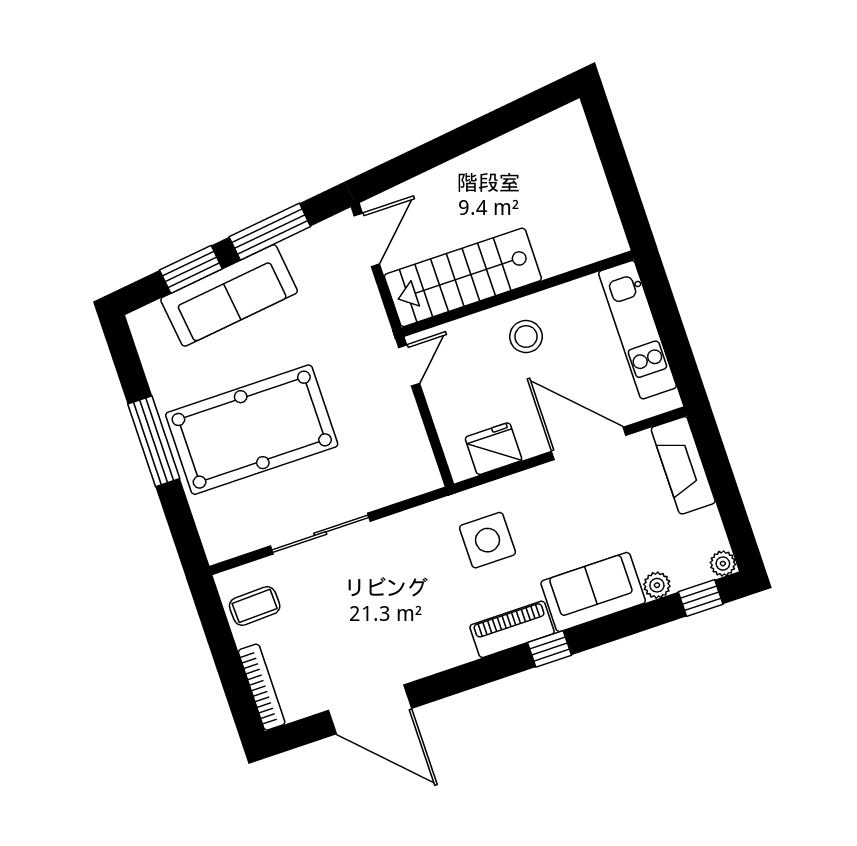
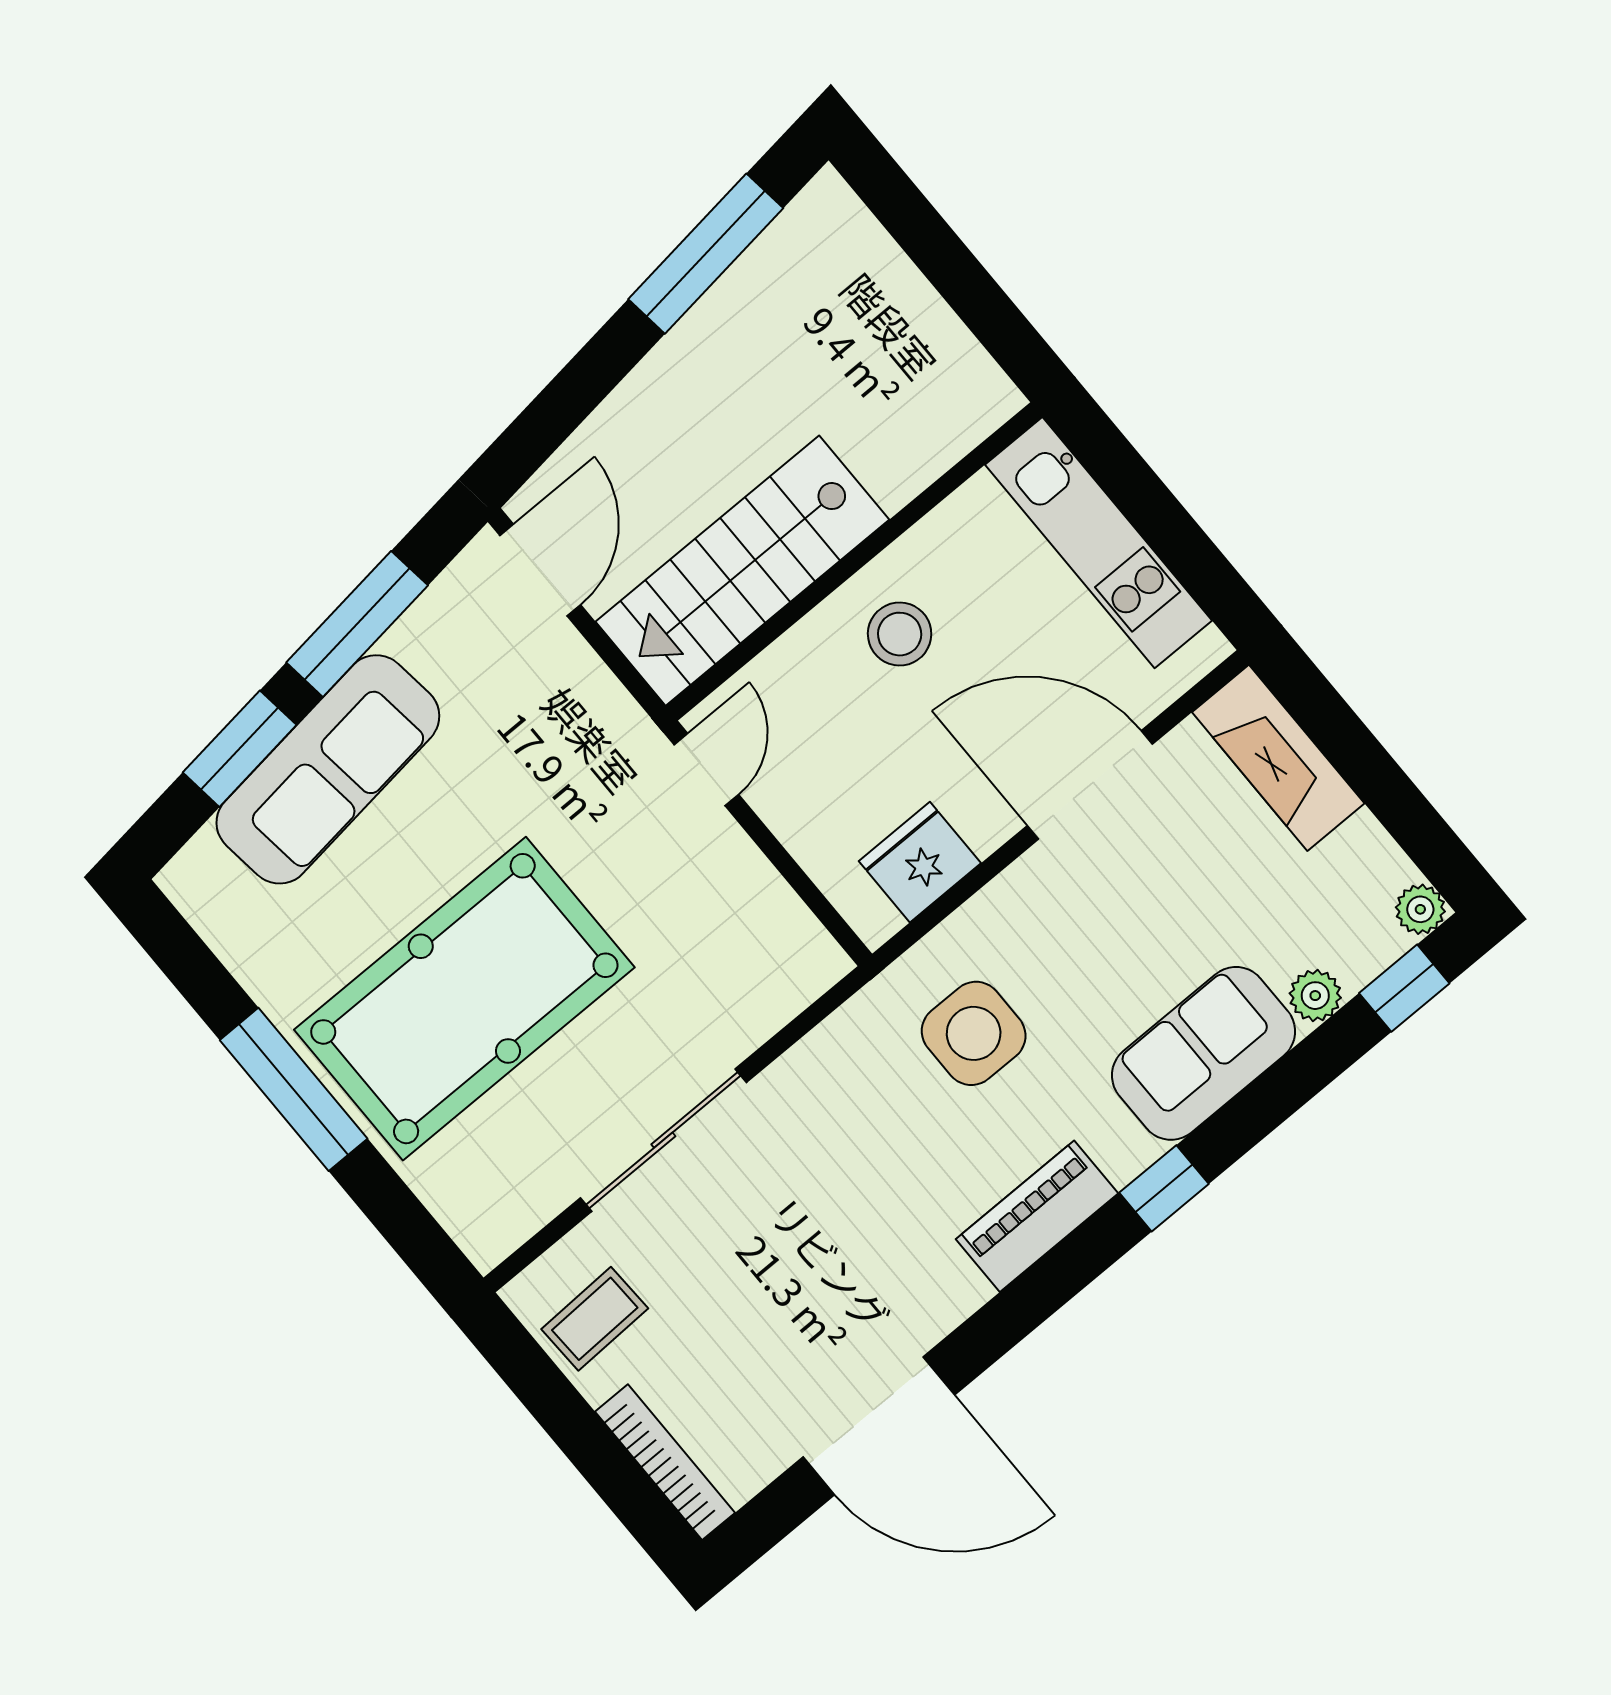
window: (504, 120) -> (706, 254), added
piano: (512, 629) -> (1037, 1216), moved

